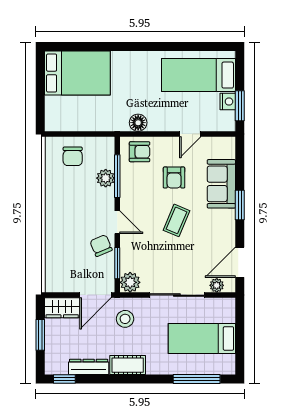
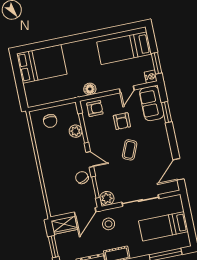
nightstand: (228, 102) -> (151, 77), moved
sofa: (221, 184) -> (152, 103), moved
window: (240, 205) -> (167, 112), moved
plant: (217, 285) -> (166, 188), removed

